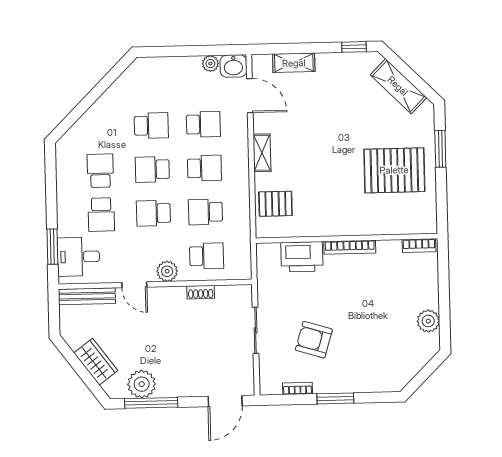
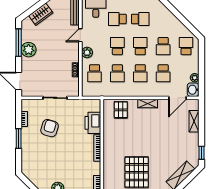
school desk: (150, 82) -> (186, 46), added
school desk: (205, 212) -> (117, 73), turned 180
plant: (142, 384) -> (29, 50), moved

